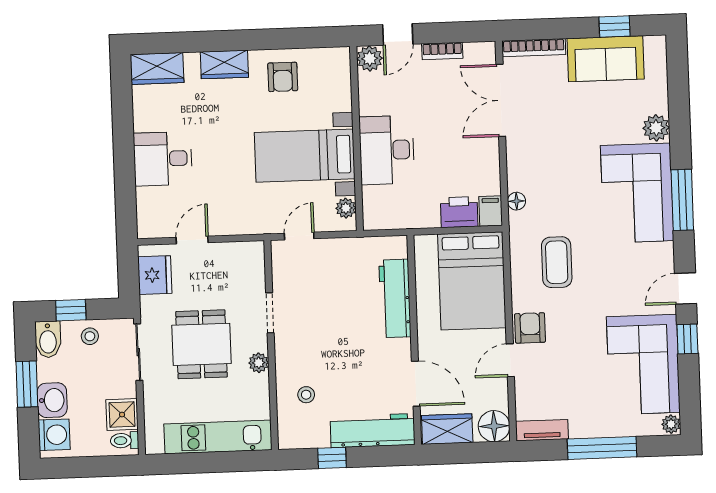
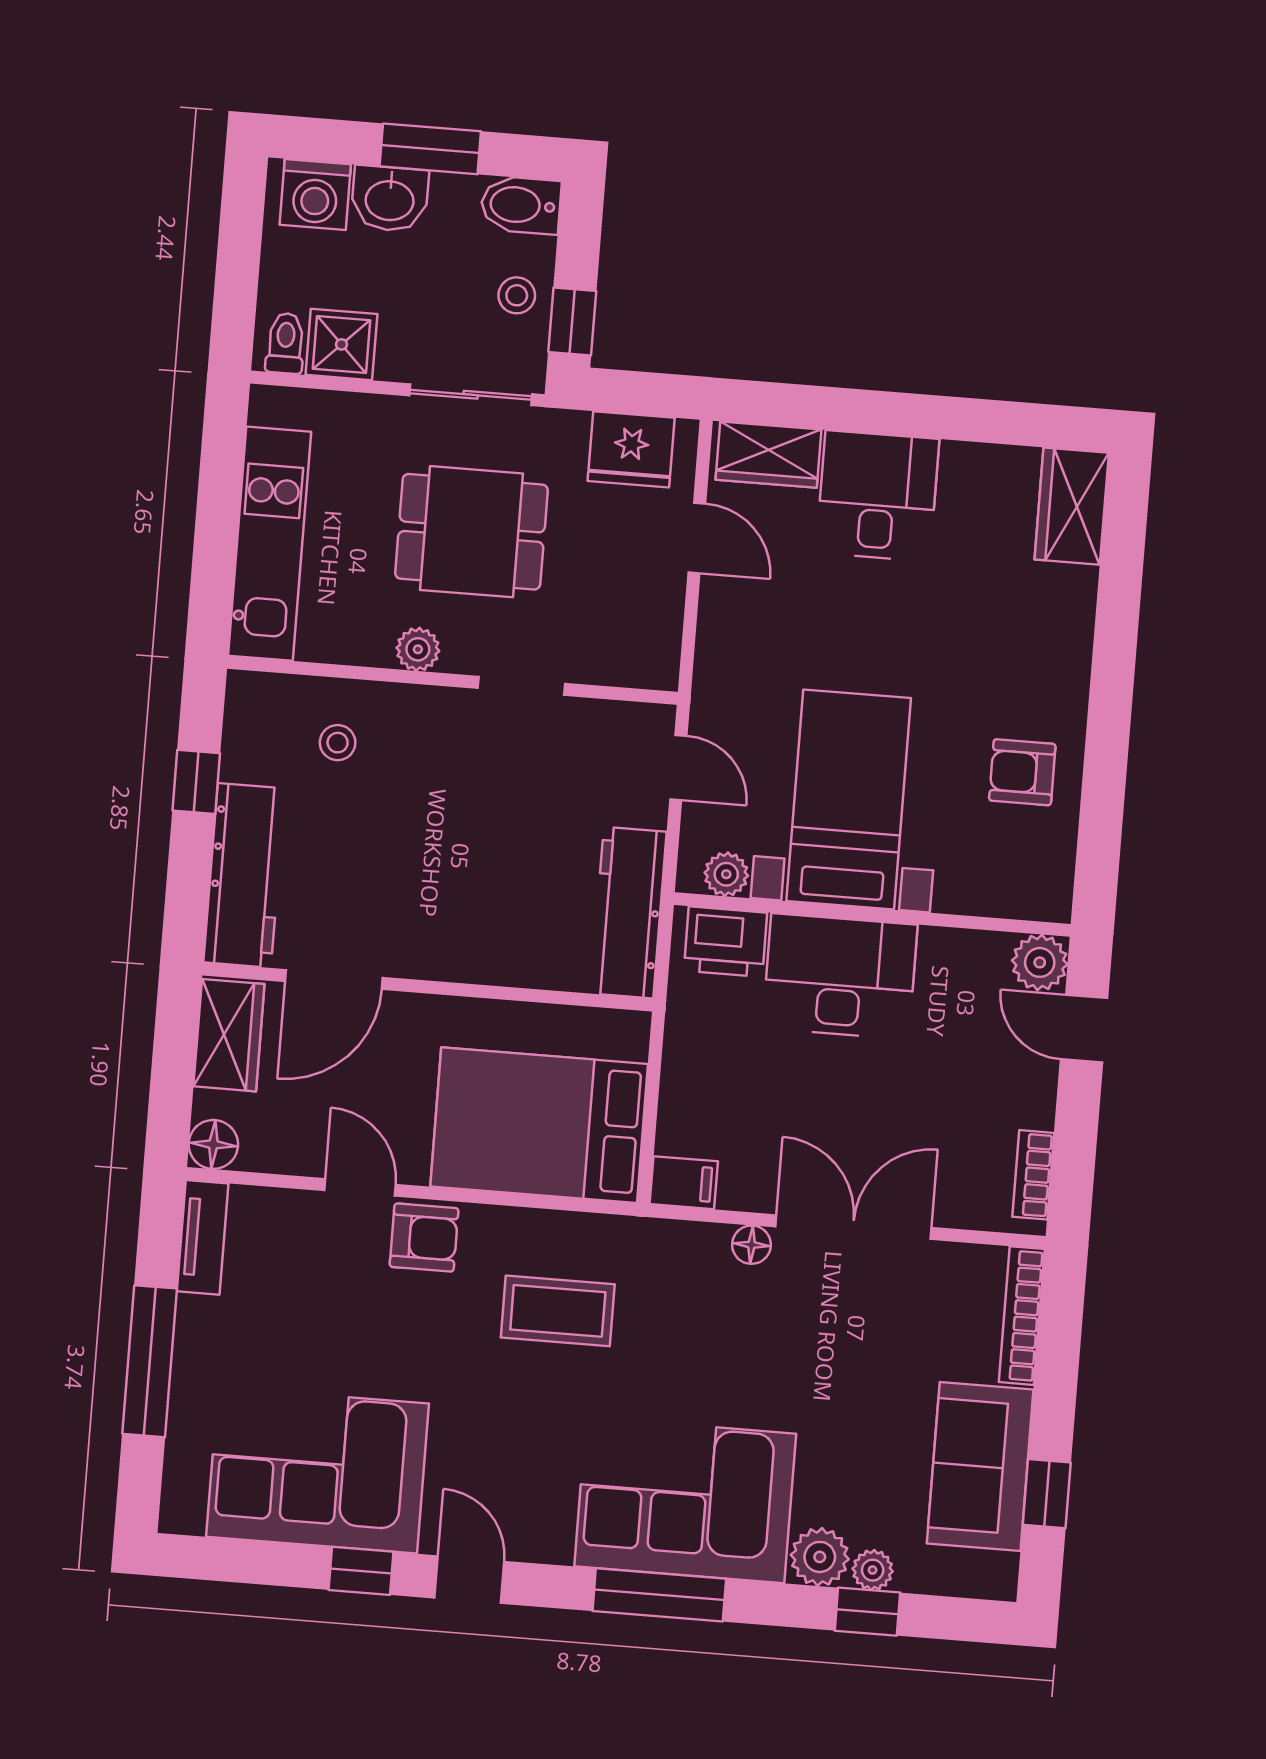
bookcase: (442, 51) -> (1033, 1175), moved
wardrobe: (224, 64) -> (768, 455), moved, turned -90
double door: (501, 100) -> (853, 1227), moved
window: (679, 103) -> (867, 1612), added
floor lamp: (517, 201) -> (751, 1245), moved
printer: (459, 212) -> (725, 942), moved, turned 90
workbench: (395, 298) -> (629, 913), moved, turned -90
window: (71, 310) -> (572, 322), moved
plant: (671, 424) -> (873, 1570), moved
floor lamp: (494, 426) -> (213, 1144), width x0.73, depth x0.73

